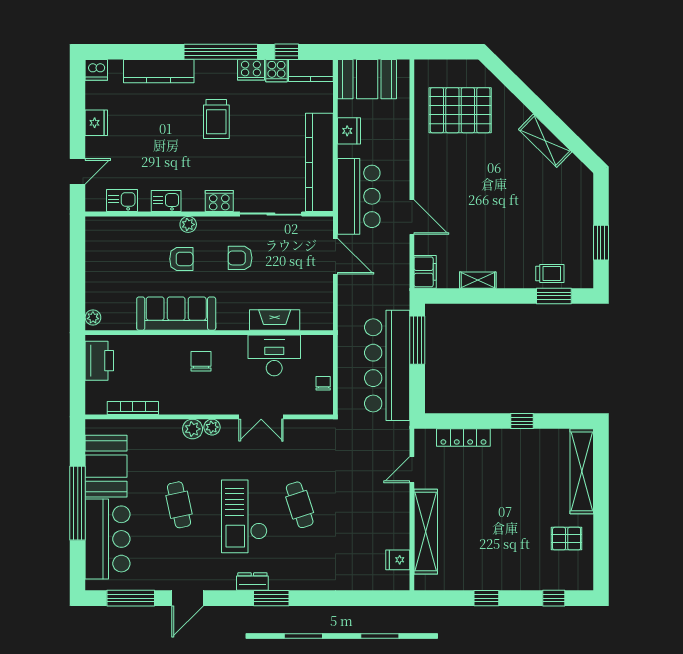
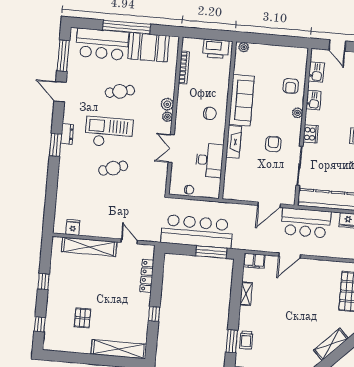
armchair: (181, 259) -> (291, 86), moved
fireplace: (275, 320) -> (234, 142), moved
pallet: (567, 539) -> (82, 318), moved

